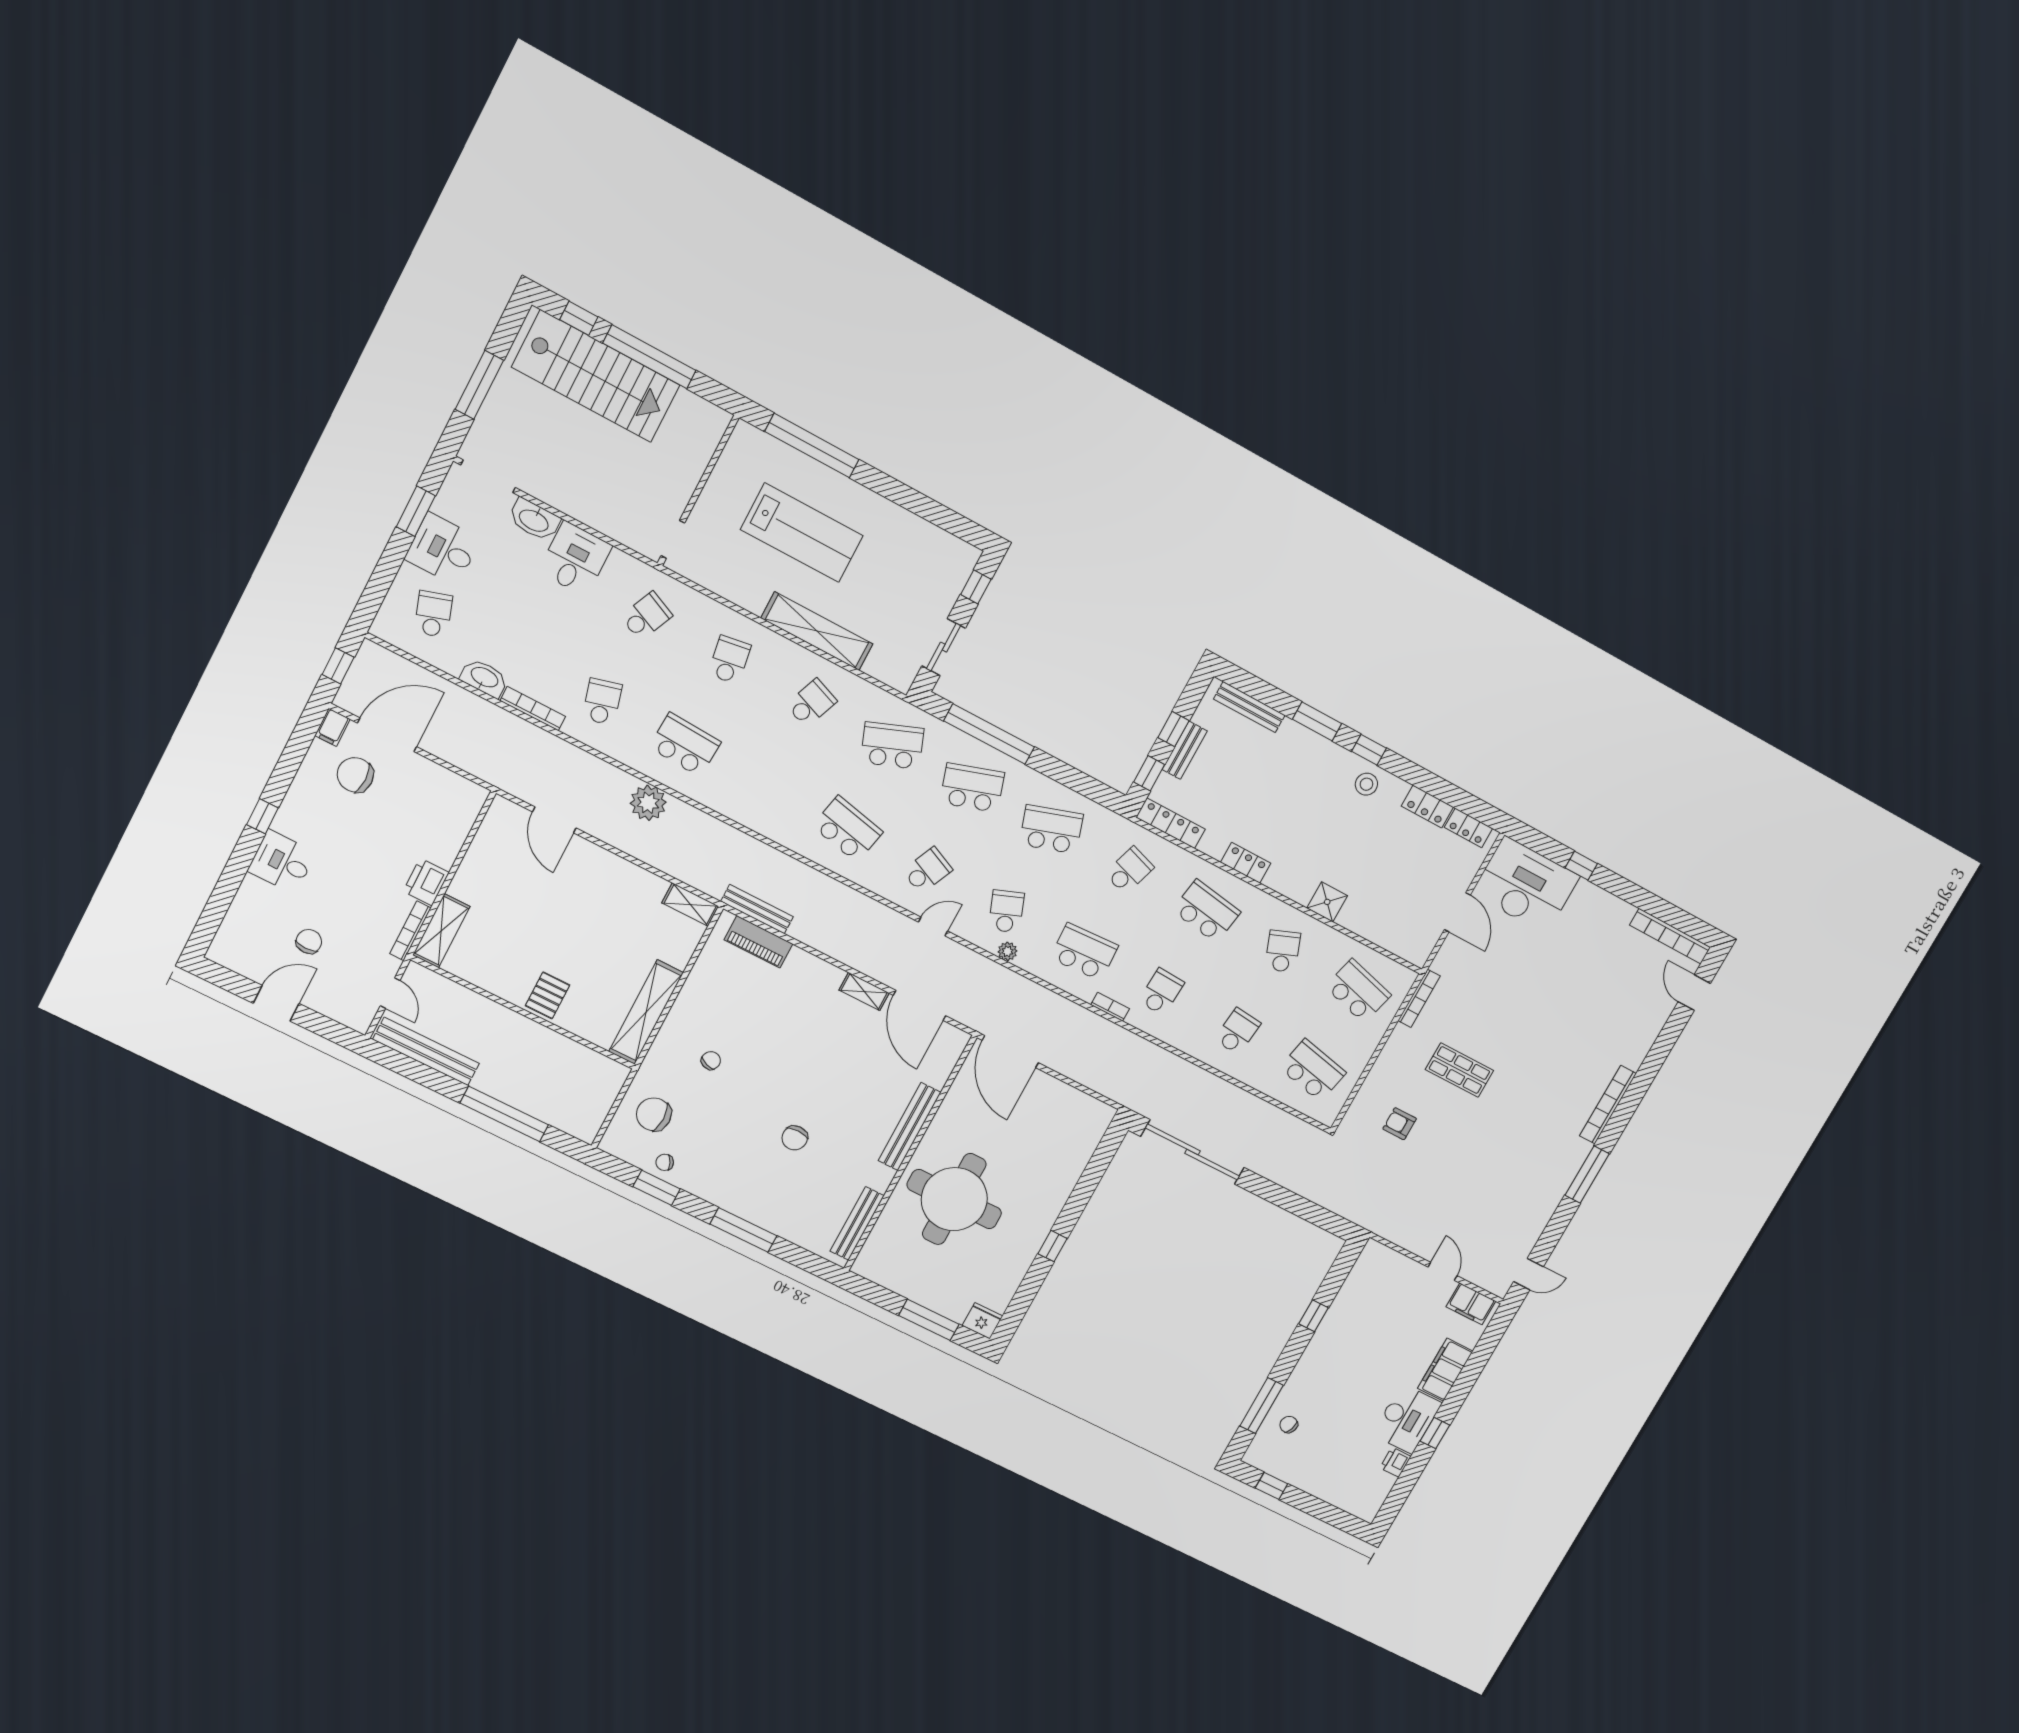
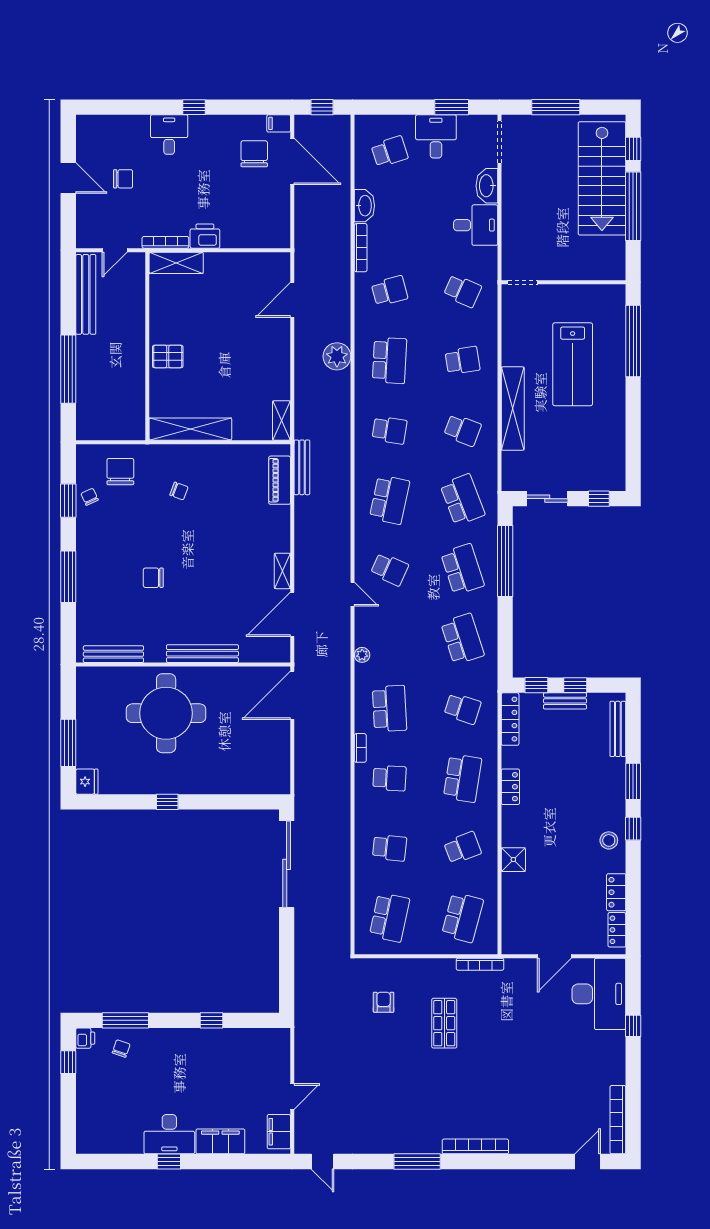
school desk: (1006, 911) -> (390, 430), moved, turned 30
printer: (1395, 1462) -> (85, 1038), moved, turned 90

